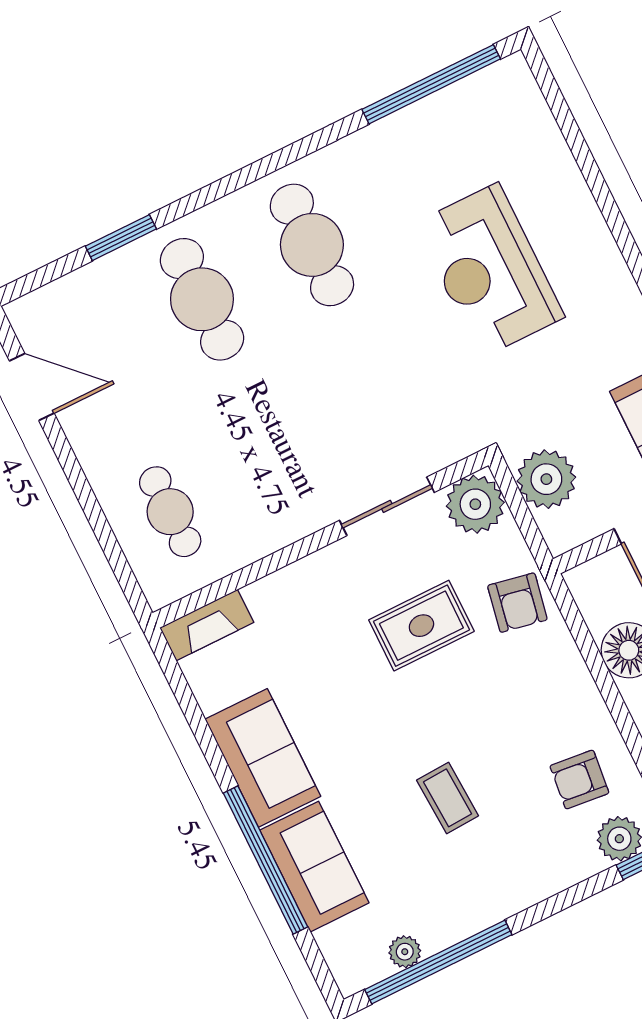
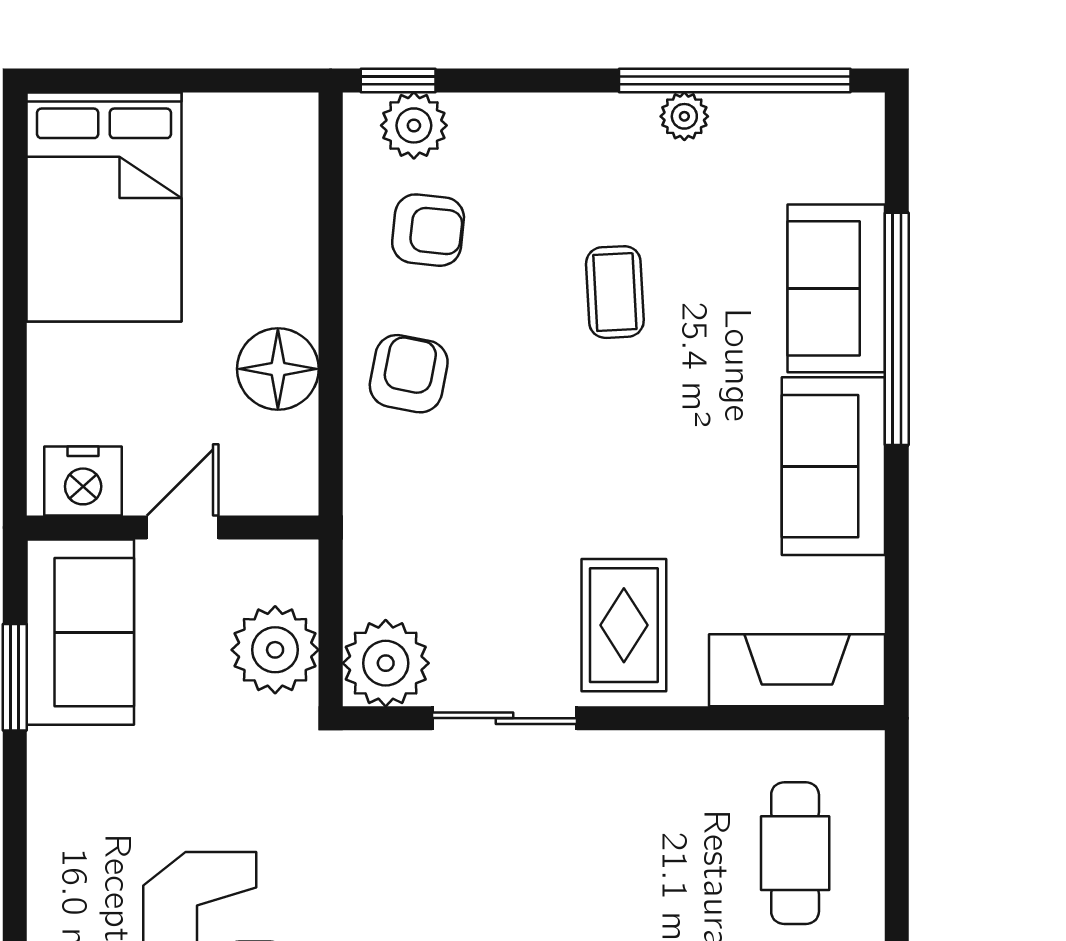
armchair: (517, 603) -> (409, 374), moved
fireplace: (207, 625) -> (797, 670), width x1.37, depth x1.32
rug: (421, 626) -> (624, 625), moved, turned 90
plant: (405, 952) -> (684, 116), moved

